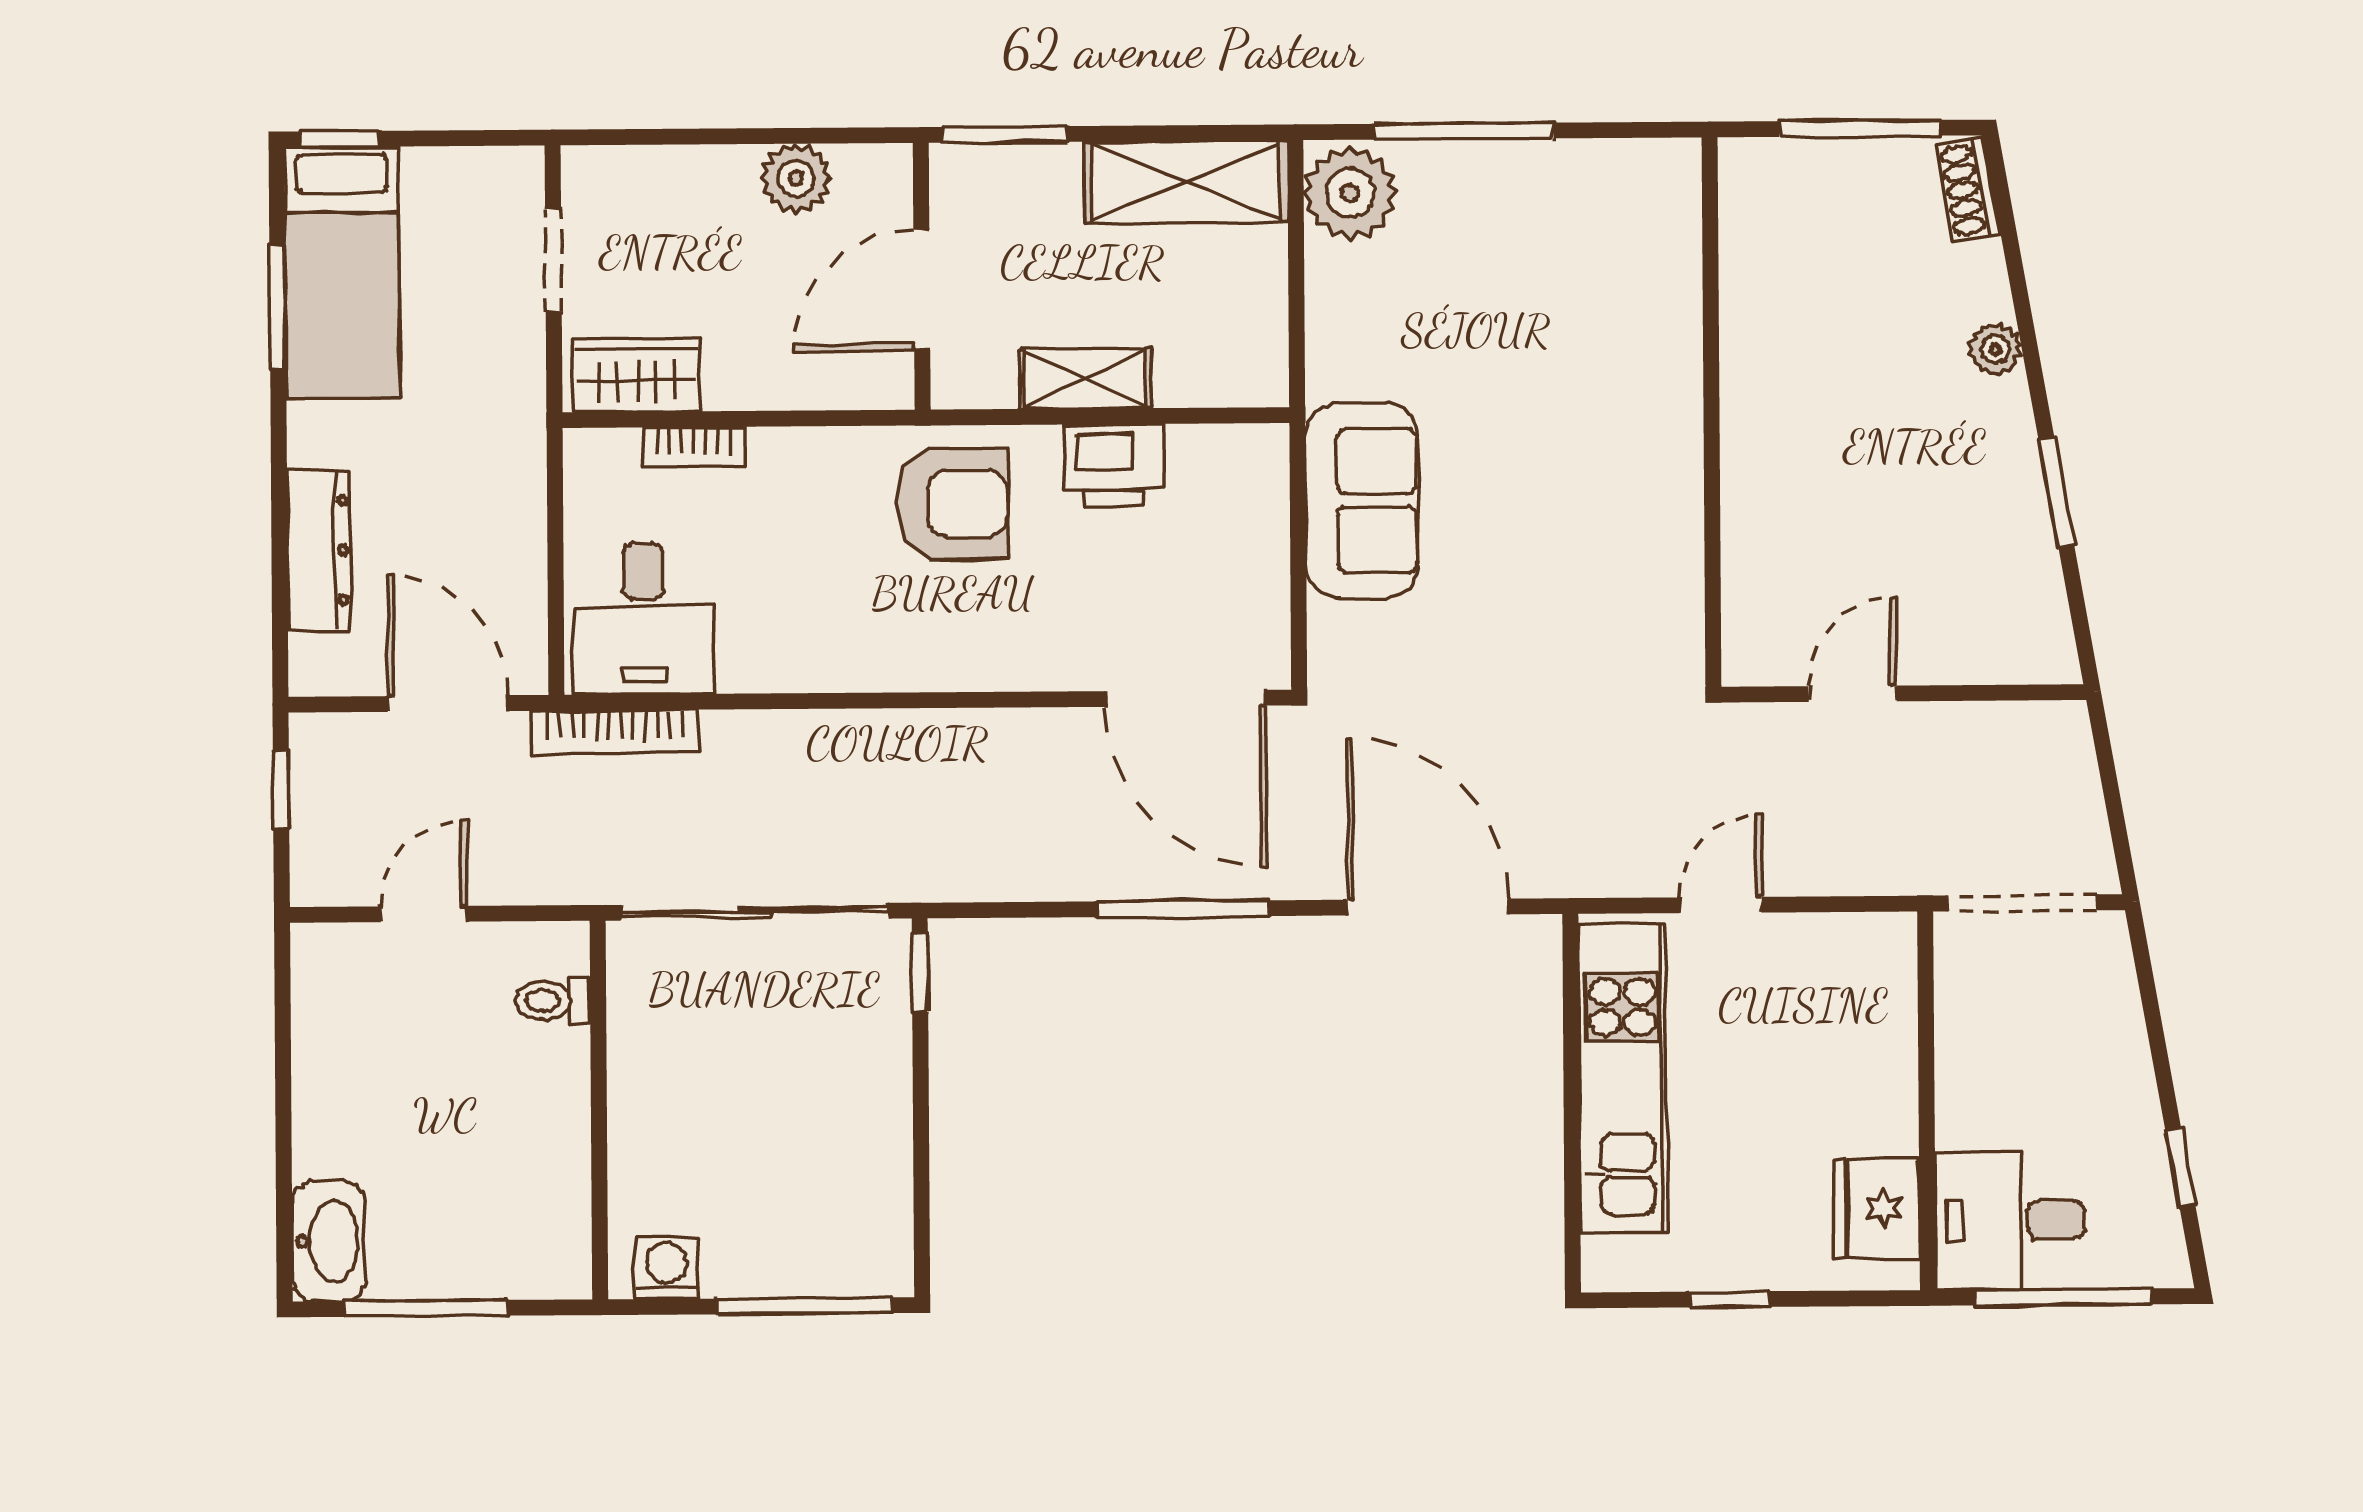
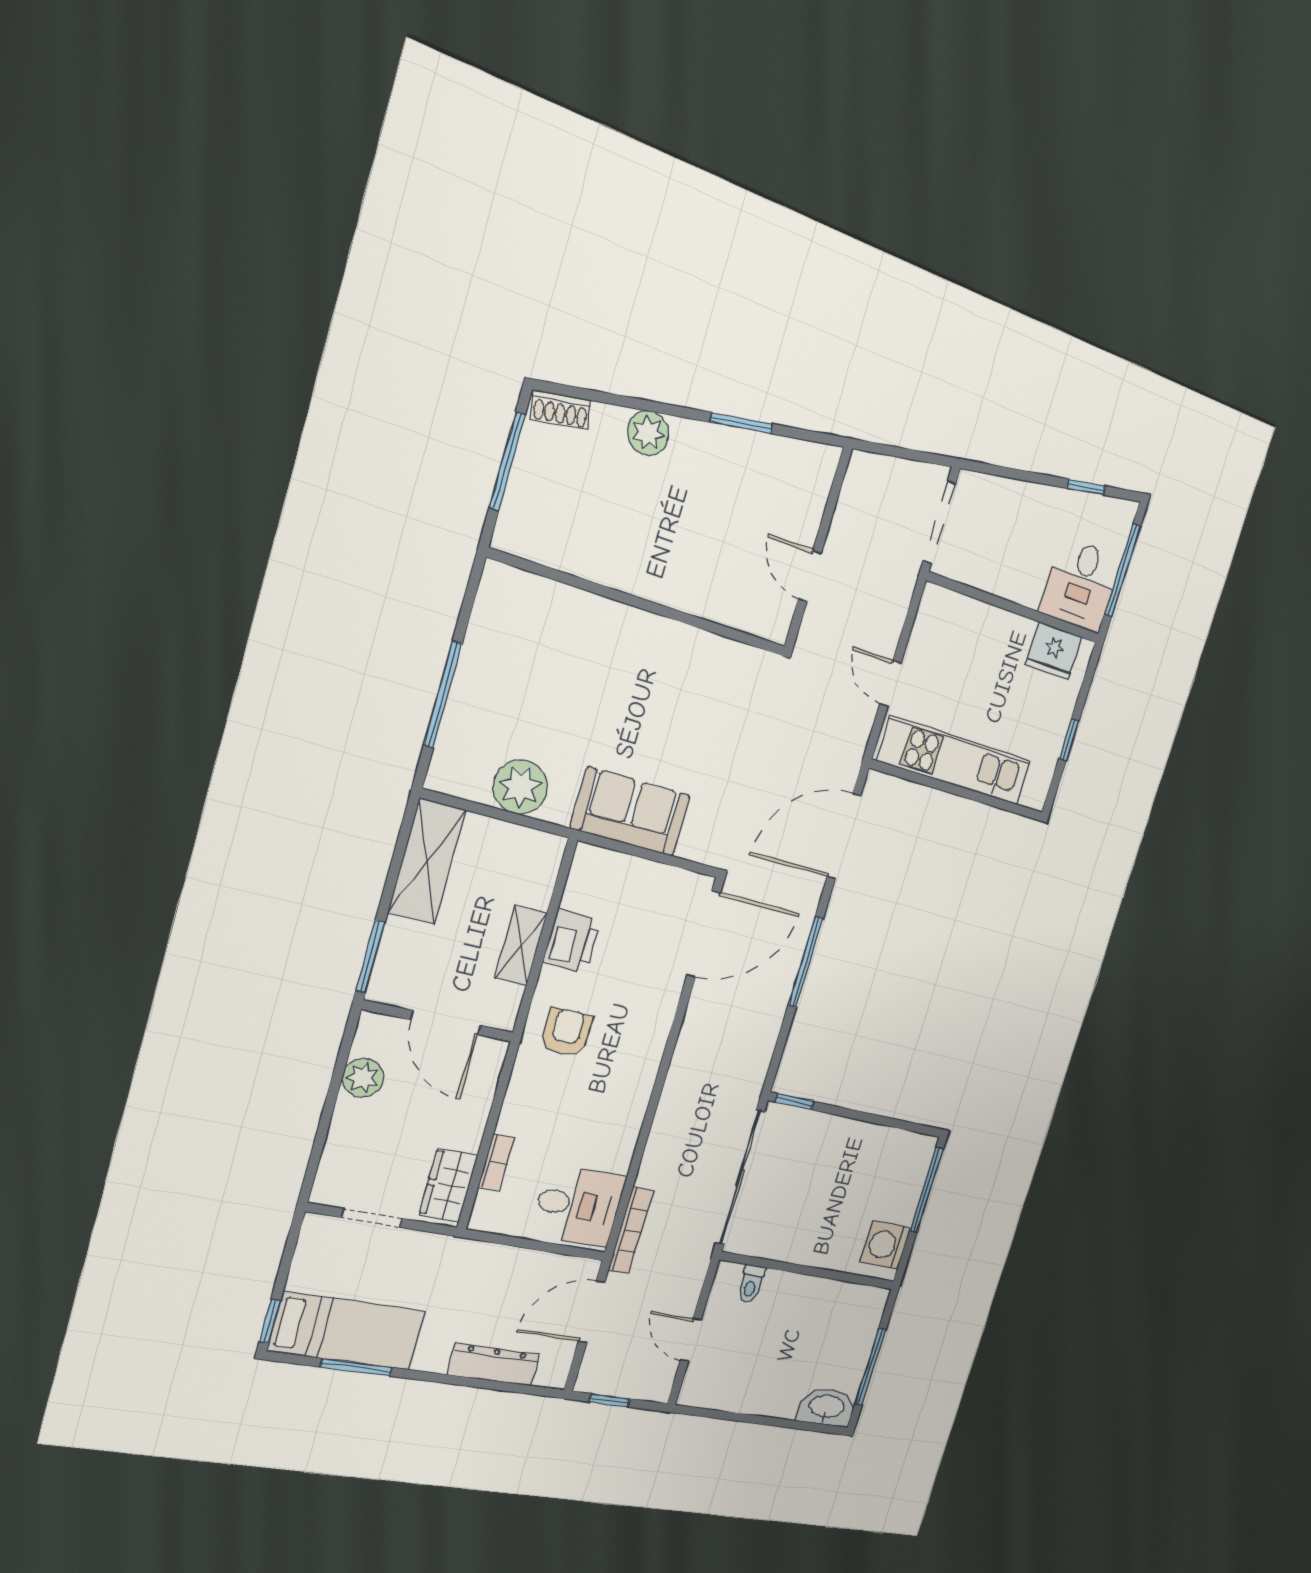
plant: (1350, 193) -> (520, 787), moved
plant: (1995, 349) -> (648, 433), width x1.38, depth x1.38
armchair: (952, 504) -> (567, 1032), width x0.72, depth x0.72
washing machine: (667, 1268) -> (885, 1245), width x1.38, depth x1.38

